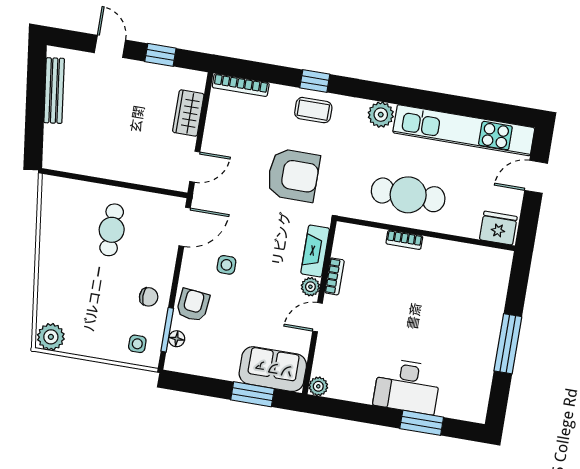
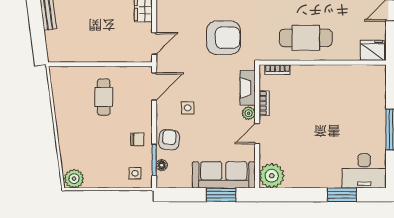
bookcase: (404, 240) -> (277, 70), moved
sofa: (273, 369) -> (224, 175), width x1.36
plant: (318, 386) -> (272, 176), width x1.87, depth x1.87
desk: (407, 386) -> (364, 171), moved

